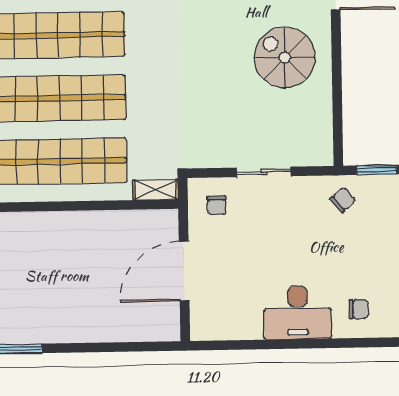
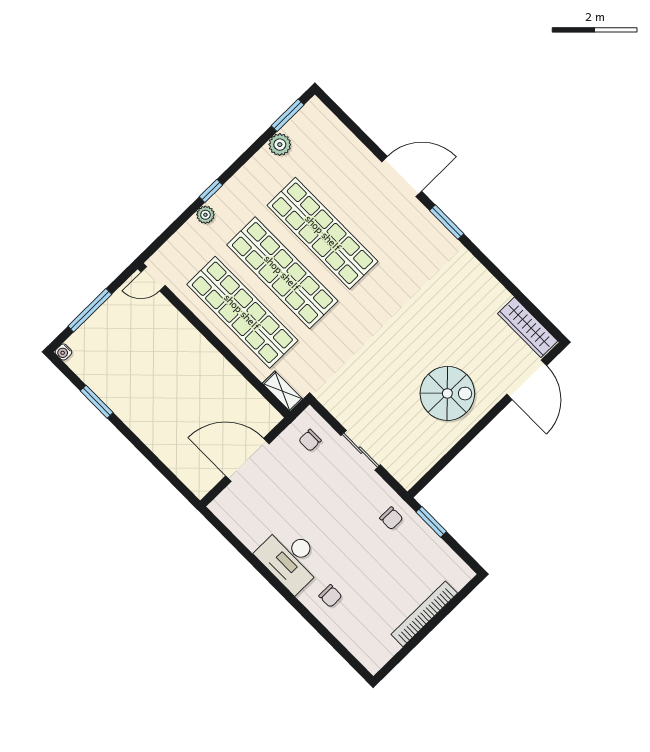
spiral stairs: (285, 58) -> (447, 393), turned 90
chair: (343, 200) -> (391, 518), turned 41

